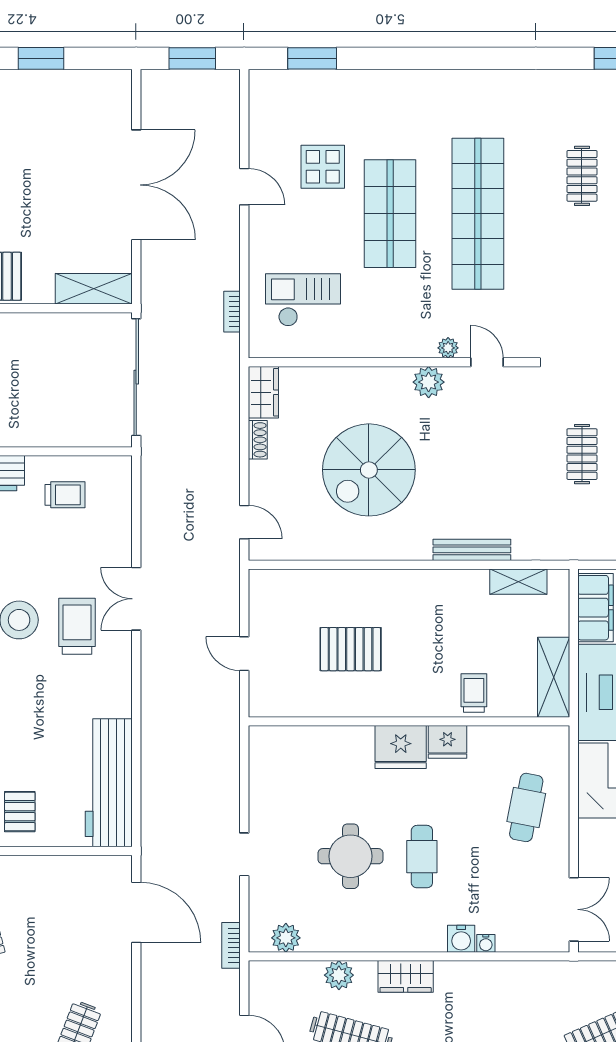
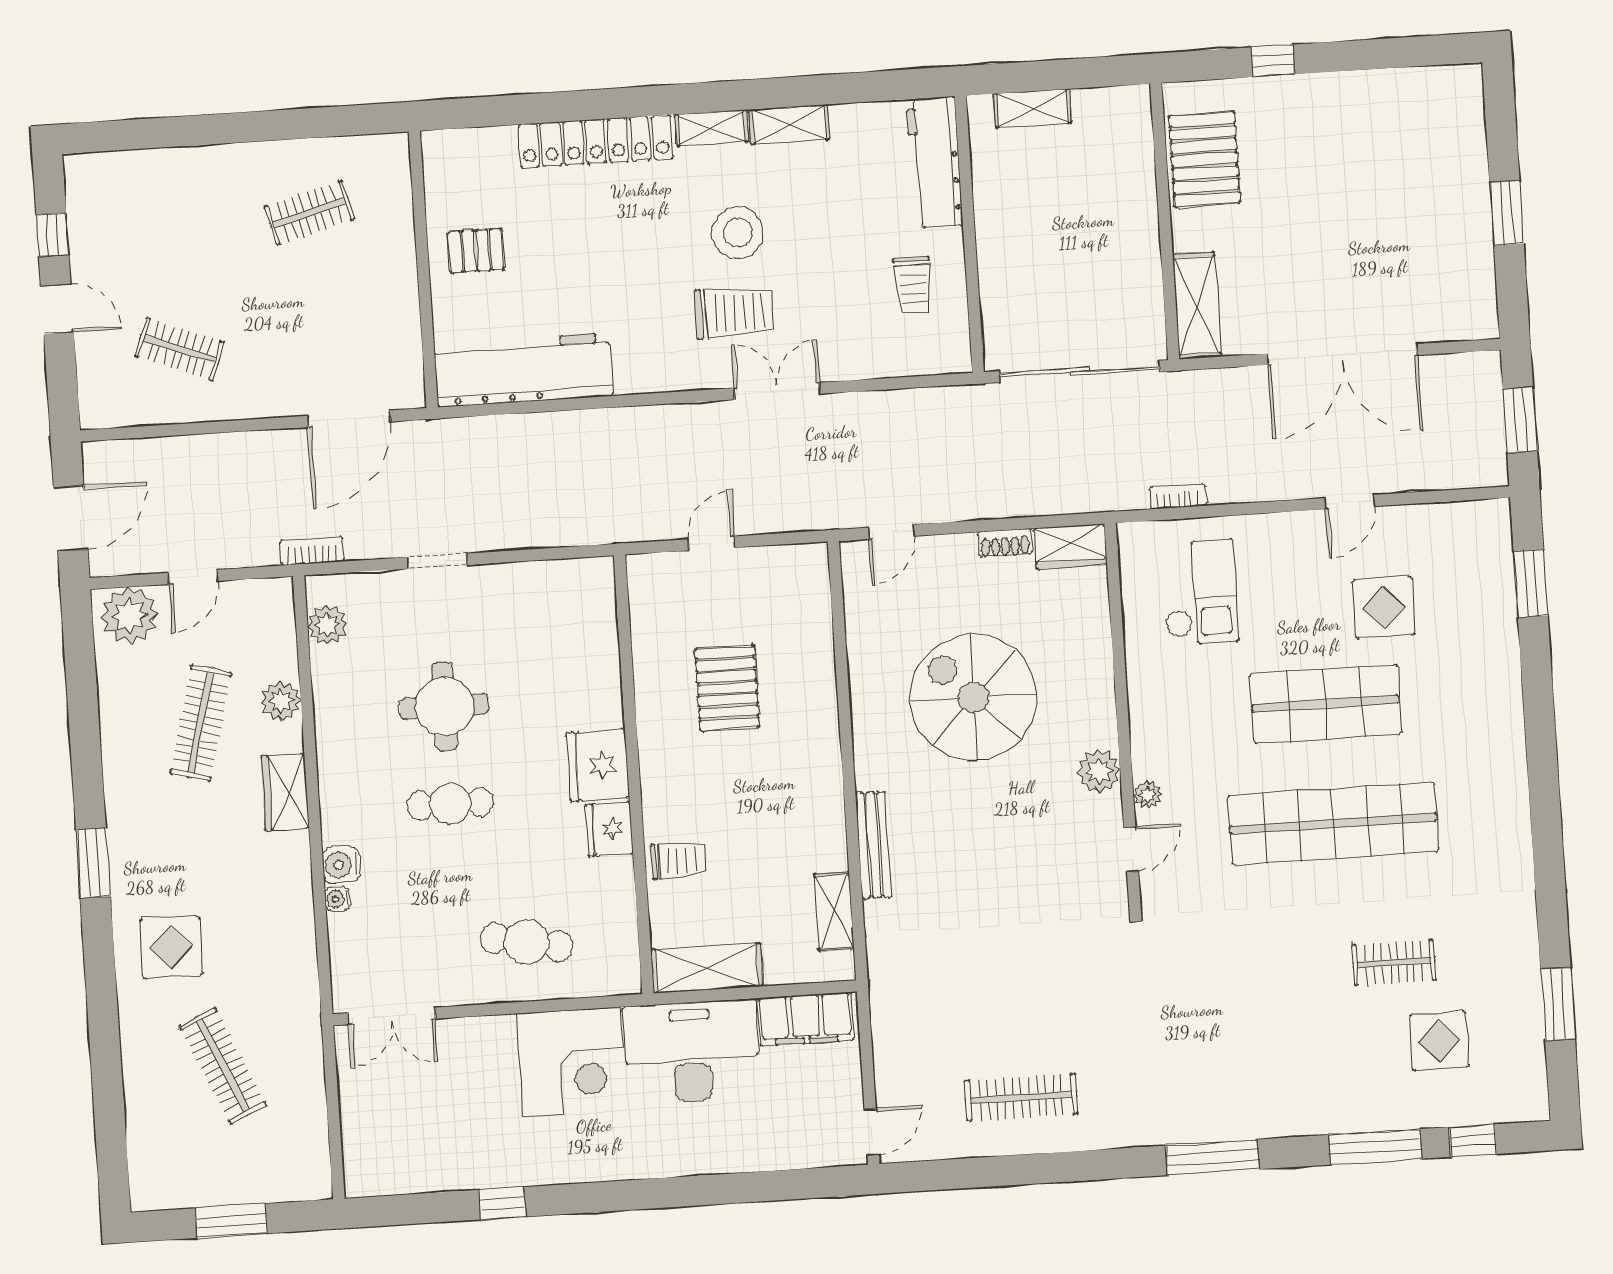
clothes rail: (582, 454) -> (1014, 987), removed

